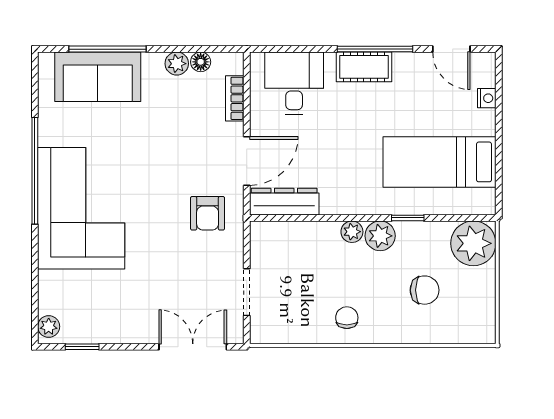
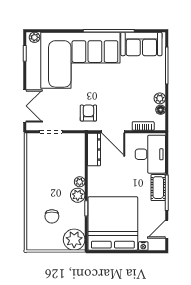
sofa: (98, 77) -> (141, 44), moved, turned -90
desk: (294, 83) -> (150, 154), width x1.37
bed: (440, 162) -> (113, 224), width x2.04
corner sofa: (81, 208) -> (80, 60), width x1.36, depth x1.36
armchair: (208, 213) -> (88, 113), turned 90
chair: (347, 318) -> (39, 179), removed

